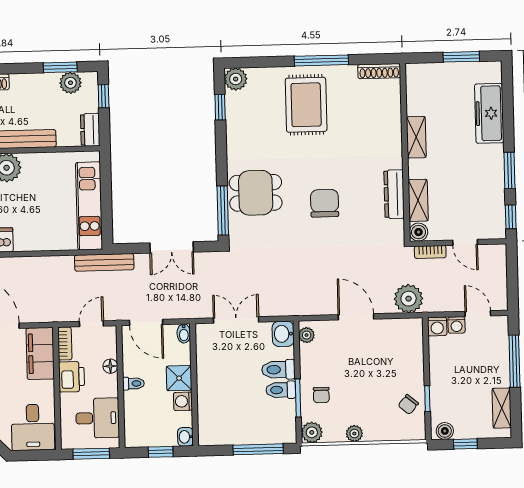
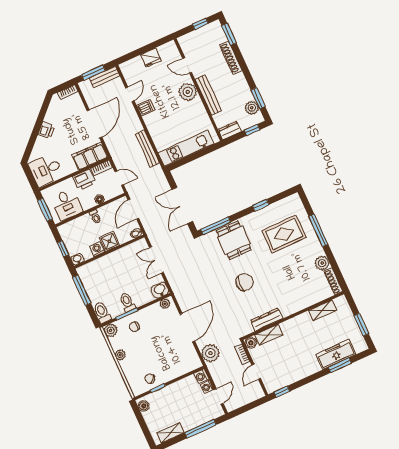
window: (321, 60) -> (318, 230), moved
plant: (236, 79) -> (322, 263), moved
rug: (306, 105) -> (284, 234), moved
window: (220, 107) -> (261, 205), moved
shelving: (416, 137) -> (322, 310), moved
window: (509, 170) -> (340, 365), moved
double door: (172, 247) -> (182, 205), width x1.37
bench: (104, 262) -> (147, 148), moved
door: (356, 317) -> (187, 328), width x1.36
double door: (236, 320) -> (156, 260), swing flipped
toilet: (278, 370) -> (102, 313), moved
window: (465, 444) -> (141, 421), removed
window: (258, 449) -> (82, 290), moved

